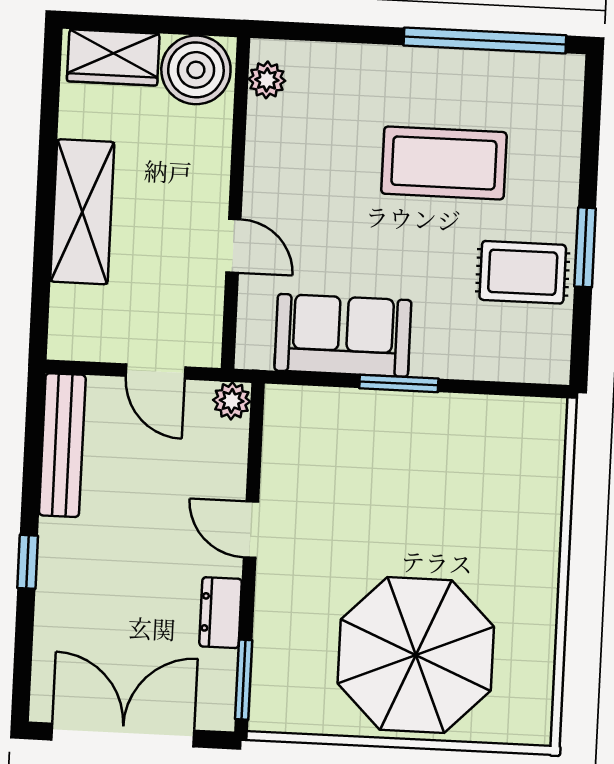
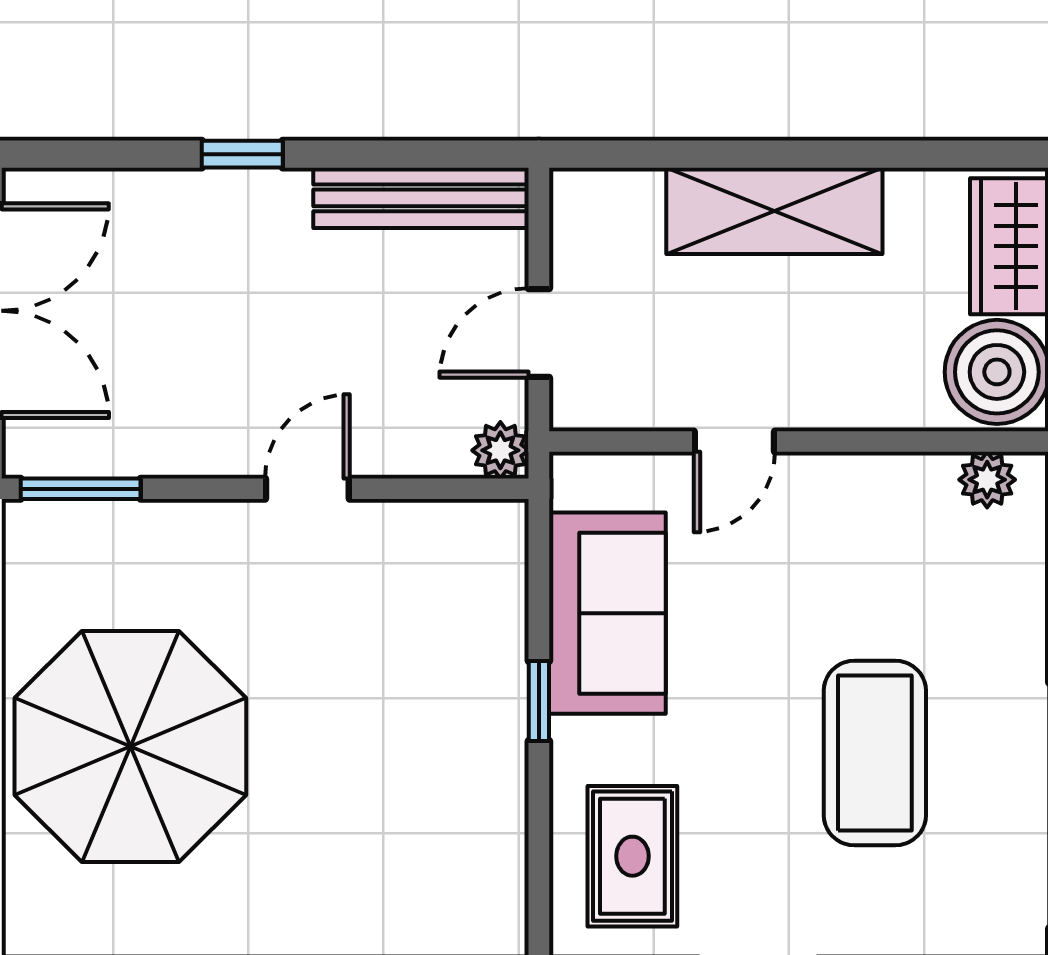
rug: (523, 272) -> (632, 856), moved
window: (399, 383) -> (539, 701), width x0.67
dresser: (221, 613) -> (180, 449), removed

